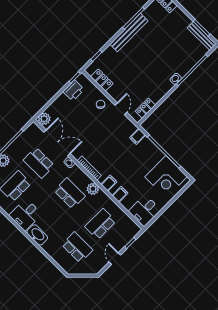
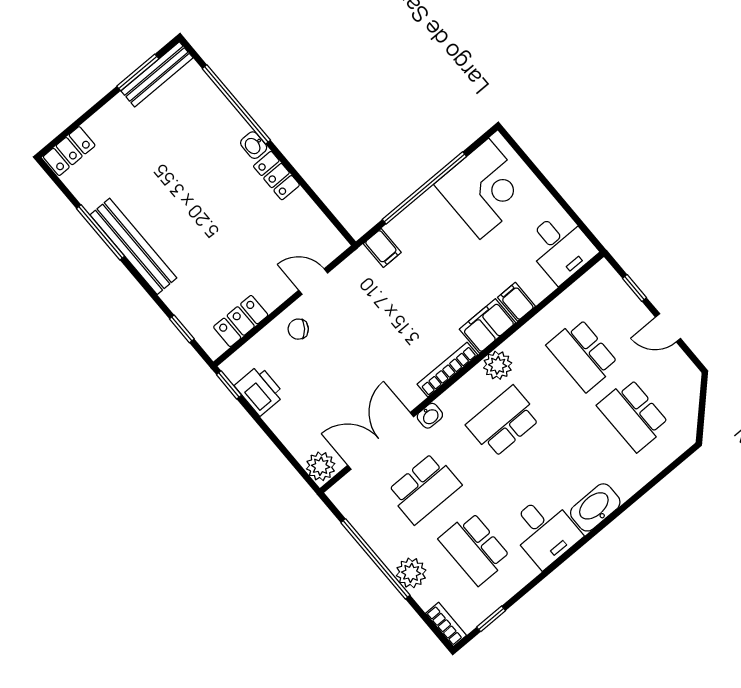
locker: (145, 108) -> (276, 176), moved
filing cabinet: (109, 183) -> (487, 326), width x2.00
school desk: (77, 247) -> (633, 415), turned -90

